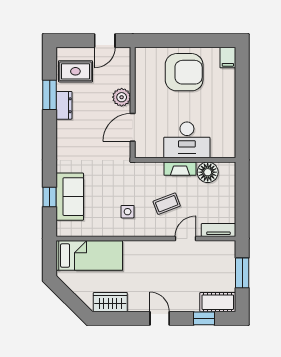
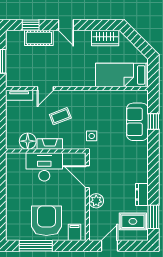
window: (198, 41) -> (36, 246), added
filing cabinet: (228, 58) -> (75, 232), moved
armchair: (184, 72) -> (46, 221), turned 90
window: (50, 95) -> (153, 217), moved
door: (133, 127) -> (87, 177), swing flipped
side table: (128, 212) -> (92, 136), moved
cot: (218, 302) -> (39, 38), moved

